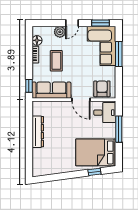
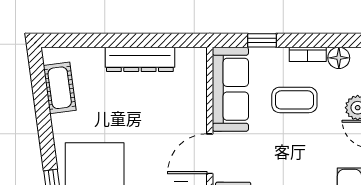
window: (29, 86) -> (262, 40), moved
cot: (51, 168) -> (60, 88), added

